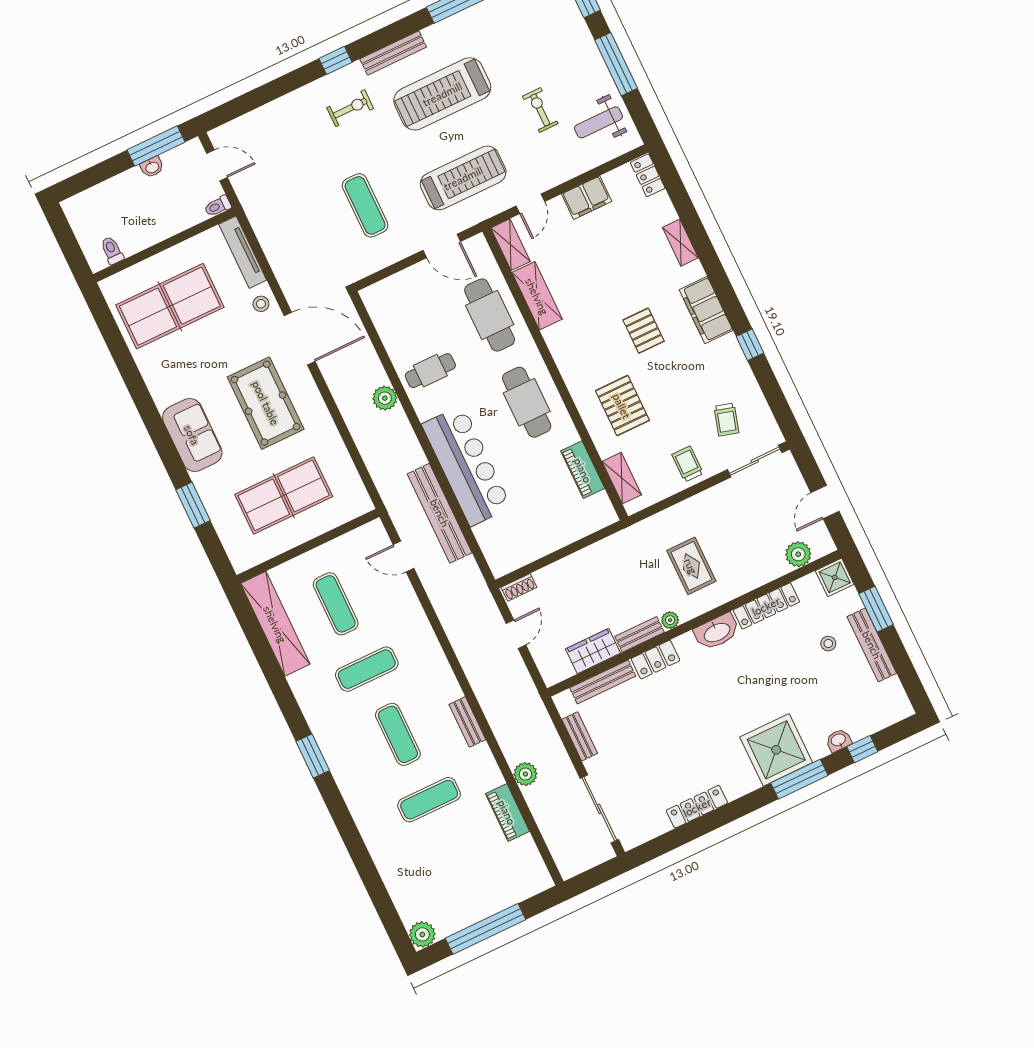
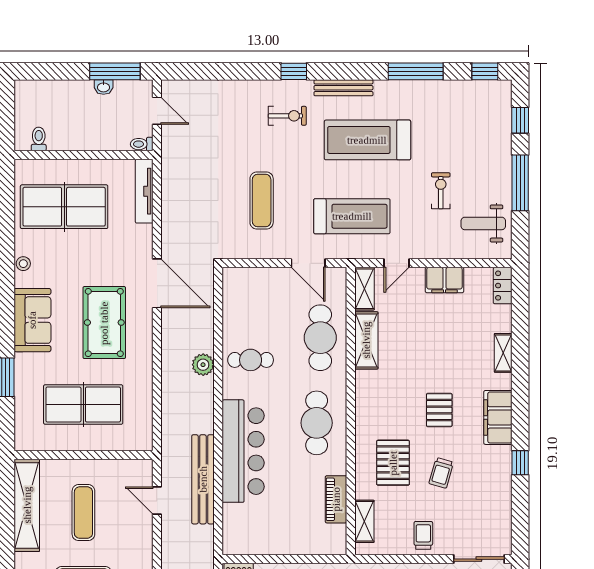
stool: (261, 304) -> (23, 264), moved
trolley: (726, 420) -> (441, 473), moved

